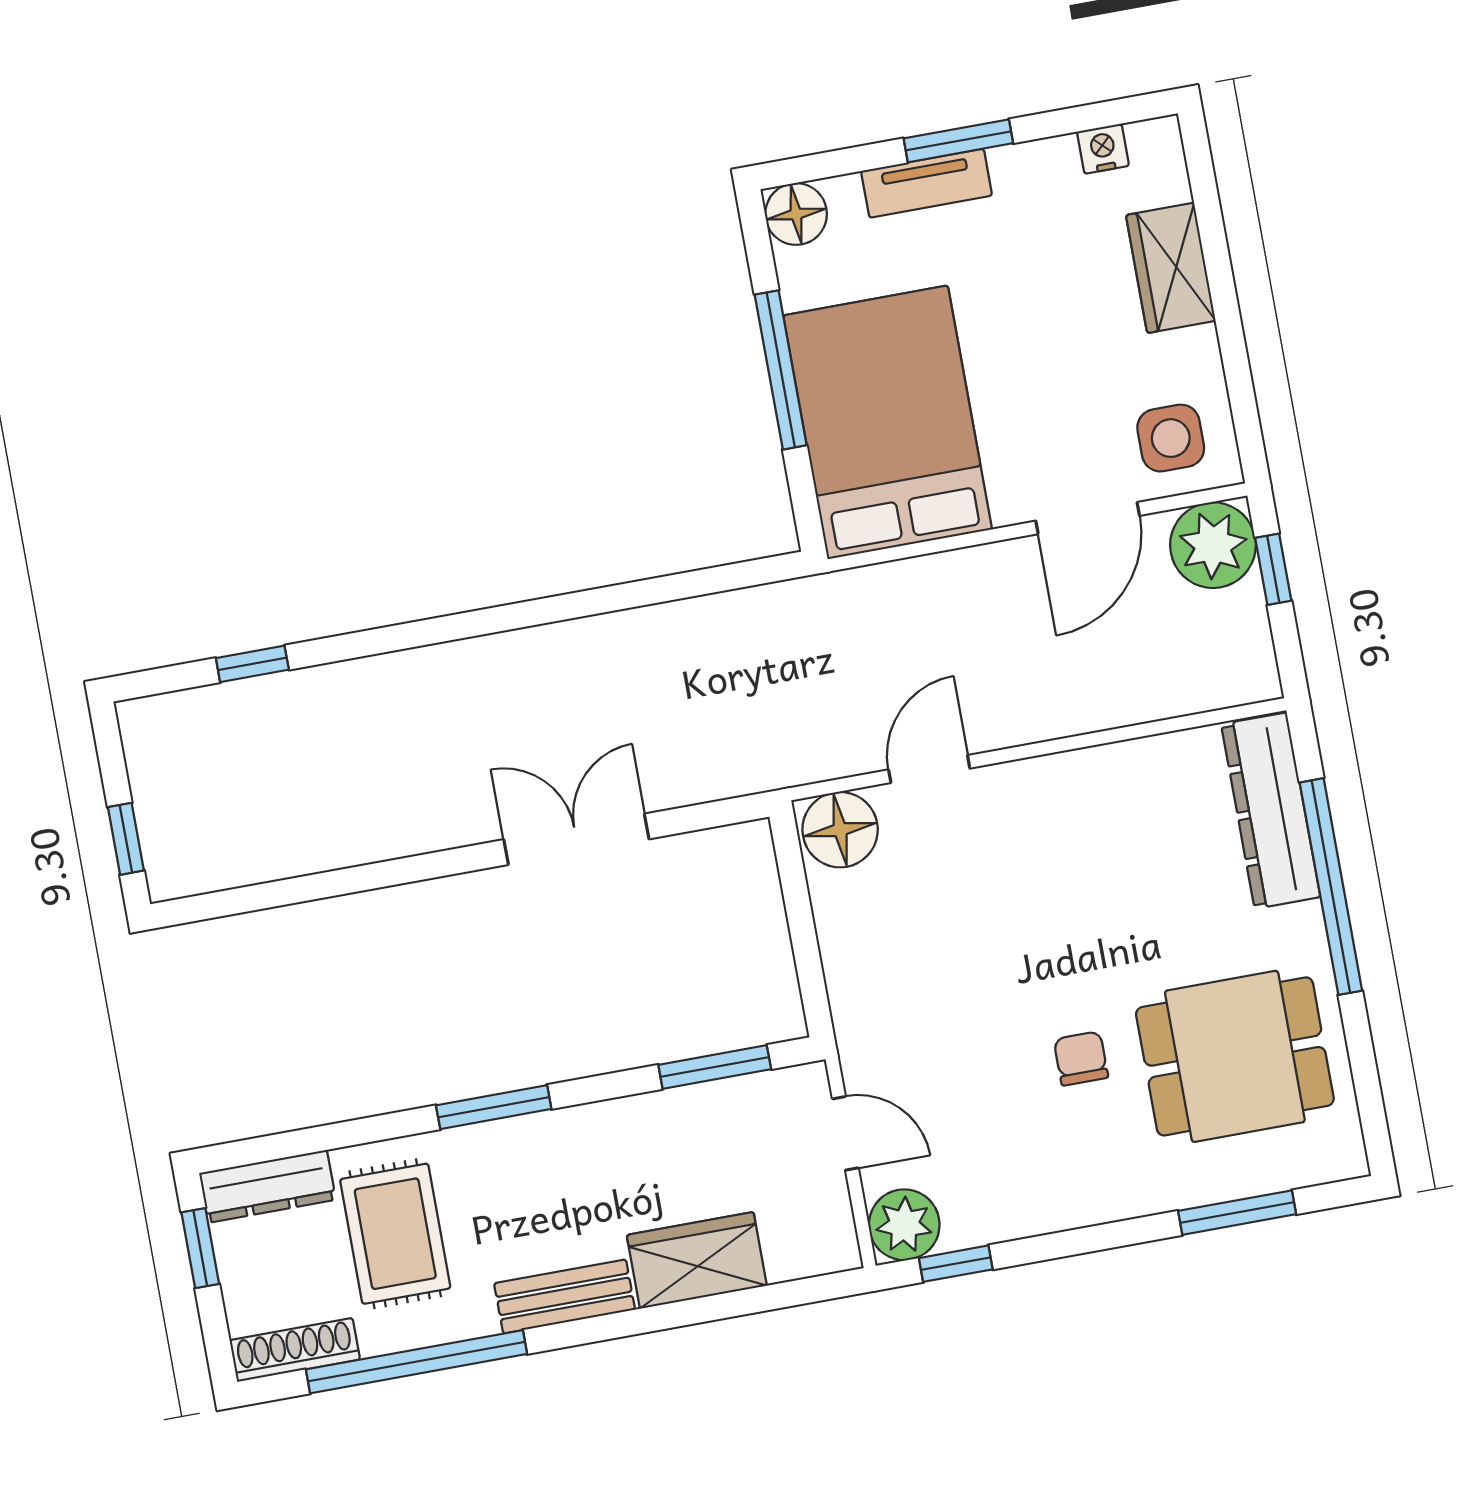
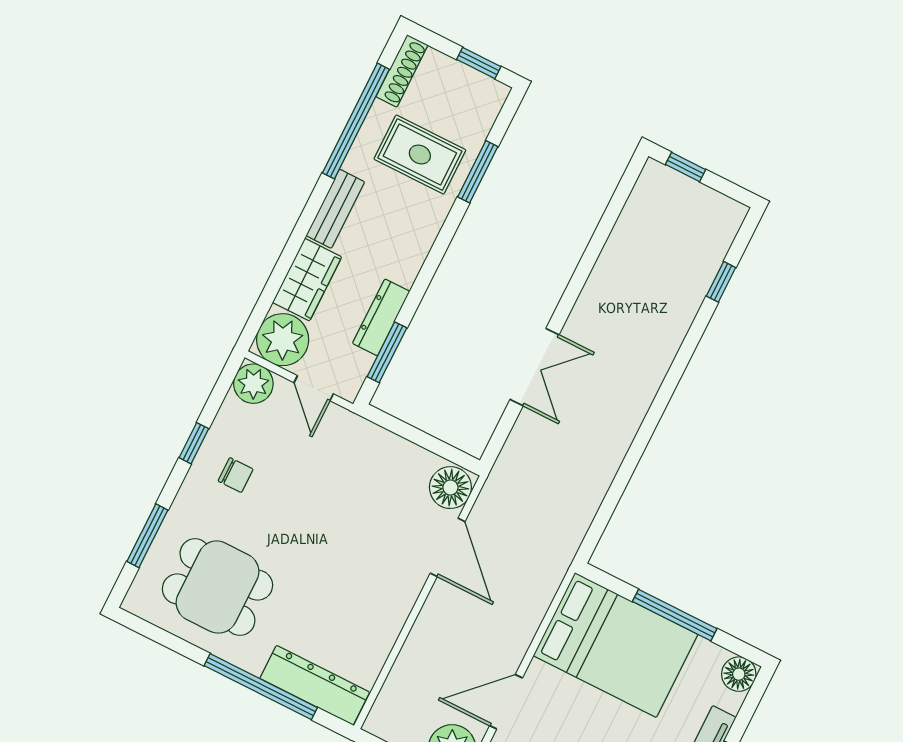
door: (1088, 518) -> (506, 702), hinge flipped
door: (929, 769) -> (448, 547), width x1.38
dining table: (1235, 1056) -> (217, 587), turned 90
chair: (1081, 1058) -> (236, 475), moved
window: (494, 1107) -> (478, 172), moved
door: (845, 1133) -> (314, 388), hinge flipped
dresser: (267, 1186) -> (381, 317), moved
plant: (809, 1230) -> (283, 340), added
window: (956, 1264) -> (194, 443), moved

